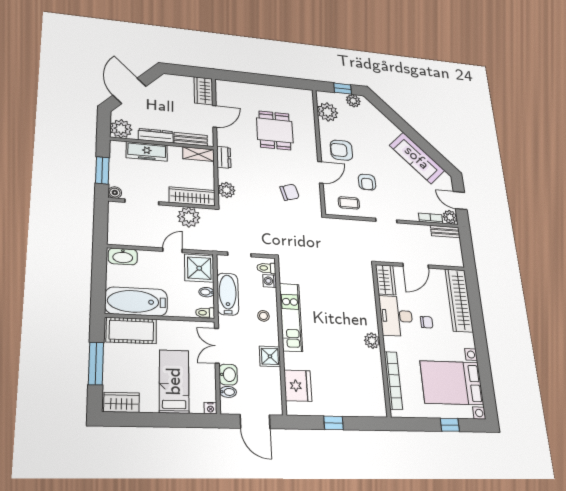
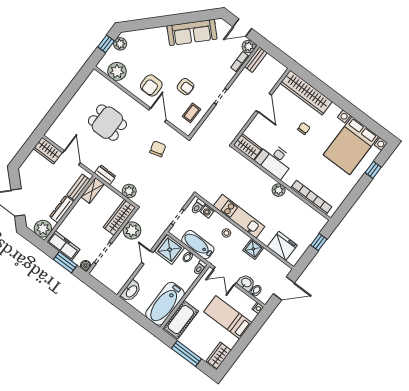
freezer: (147, 151) -> (63, 246), moved, turned -90
wardrobe: (386, 280) -> (248, 147), moved
desk: (396, 316) -> (275, 160), moved
wall: (381, 338) -> (281, 183), moved
plant: (372, 341) -> (279, 190), moved
bookcase: (393, 380) -> (311, 197), moved

